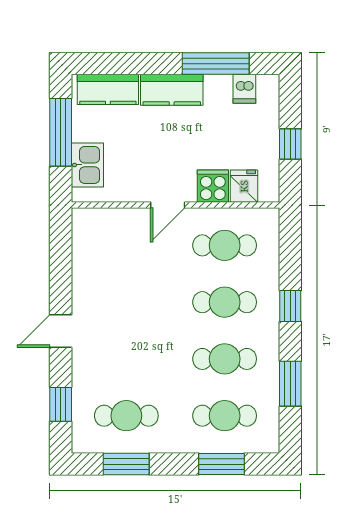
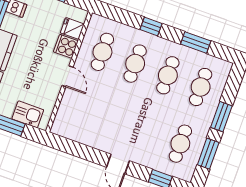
window: (222, 464) -> (221, 117), moved

